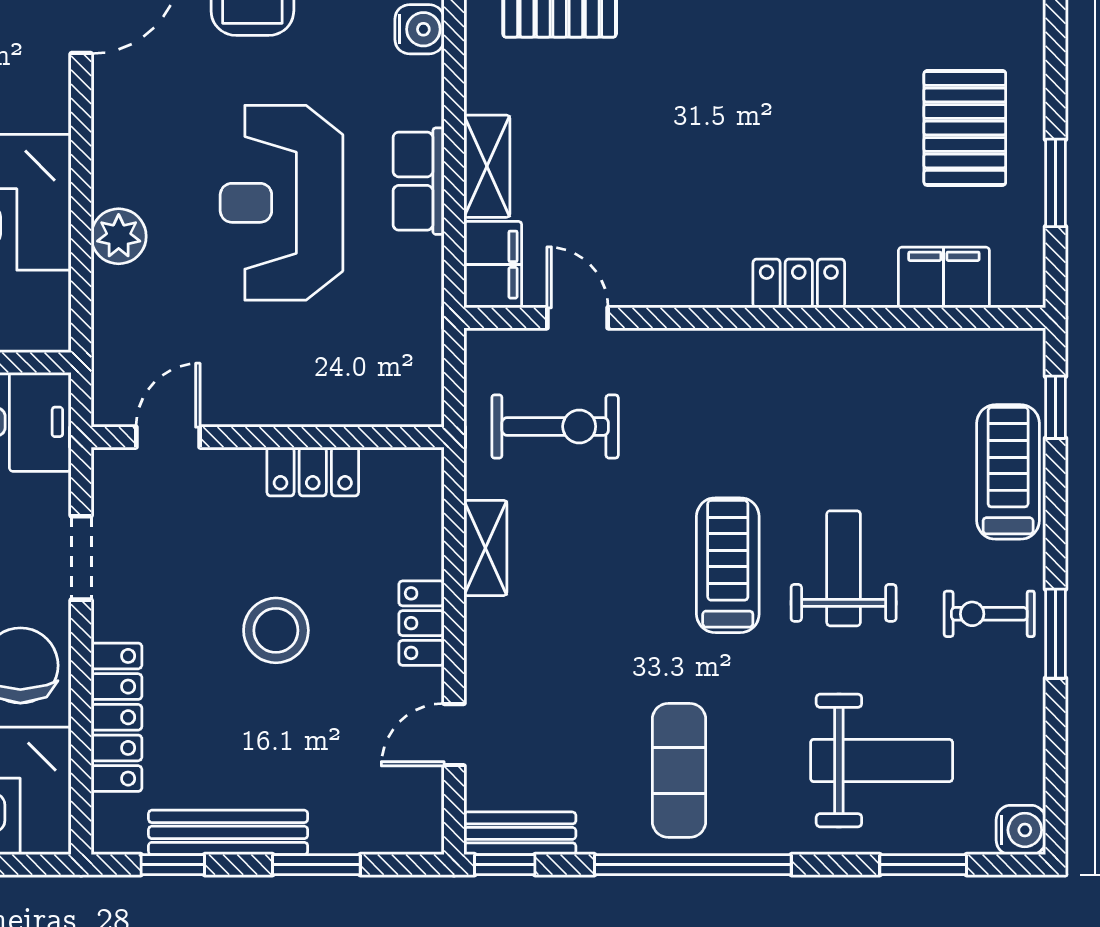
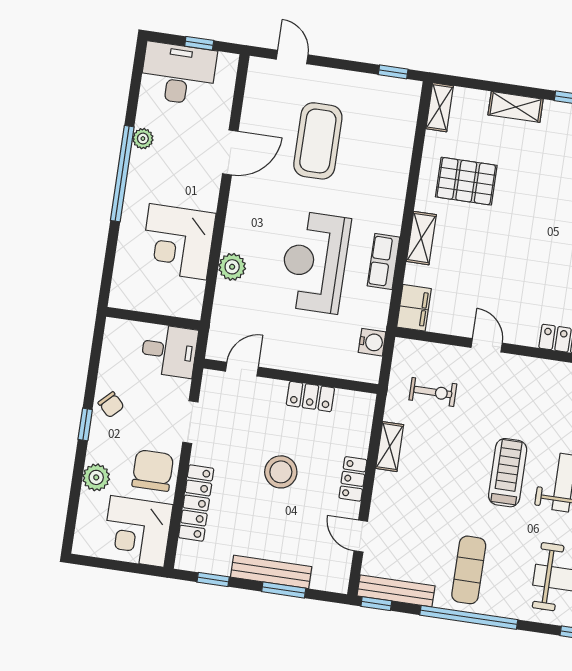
water cooler: (419, 29) -> (372, 342), moved
shelving: (487, 166) -> (421, 238), moved
door: (577, 318) -> (487, 345), moved
exercise bike: (555, 426) -> (433, 392), width x0.73, depth x0.72
door: (454, 735) -> (361, 536), hinge flipped
bench: (228, 832) -> (271, 572), moved
bench: (520, 833) -> (396, 591), width x1.36

